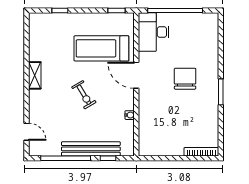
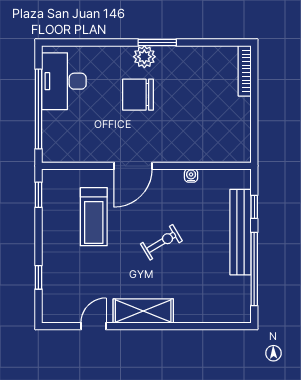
desk: (154, 32) -> (64, 81), moved, turned 90
treadmill: (101, 48) -> (94, 217), width x0.73, depth x0.73
shelving: (35, 75) -> (143, 311), width x1.50, depth x1.33
plant: (211, 83) -> (144, 57), added
door: (26, 132) -> (93, 326), moved

